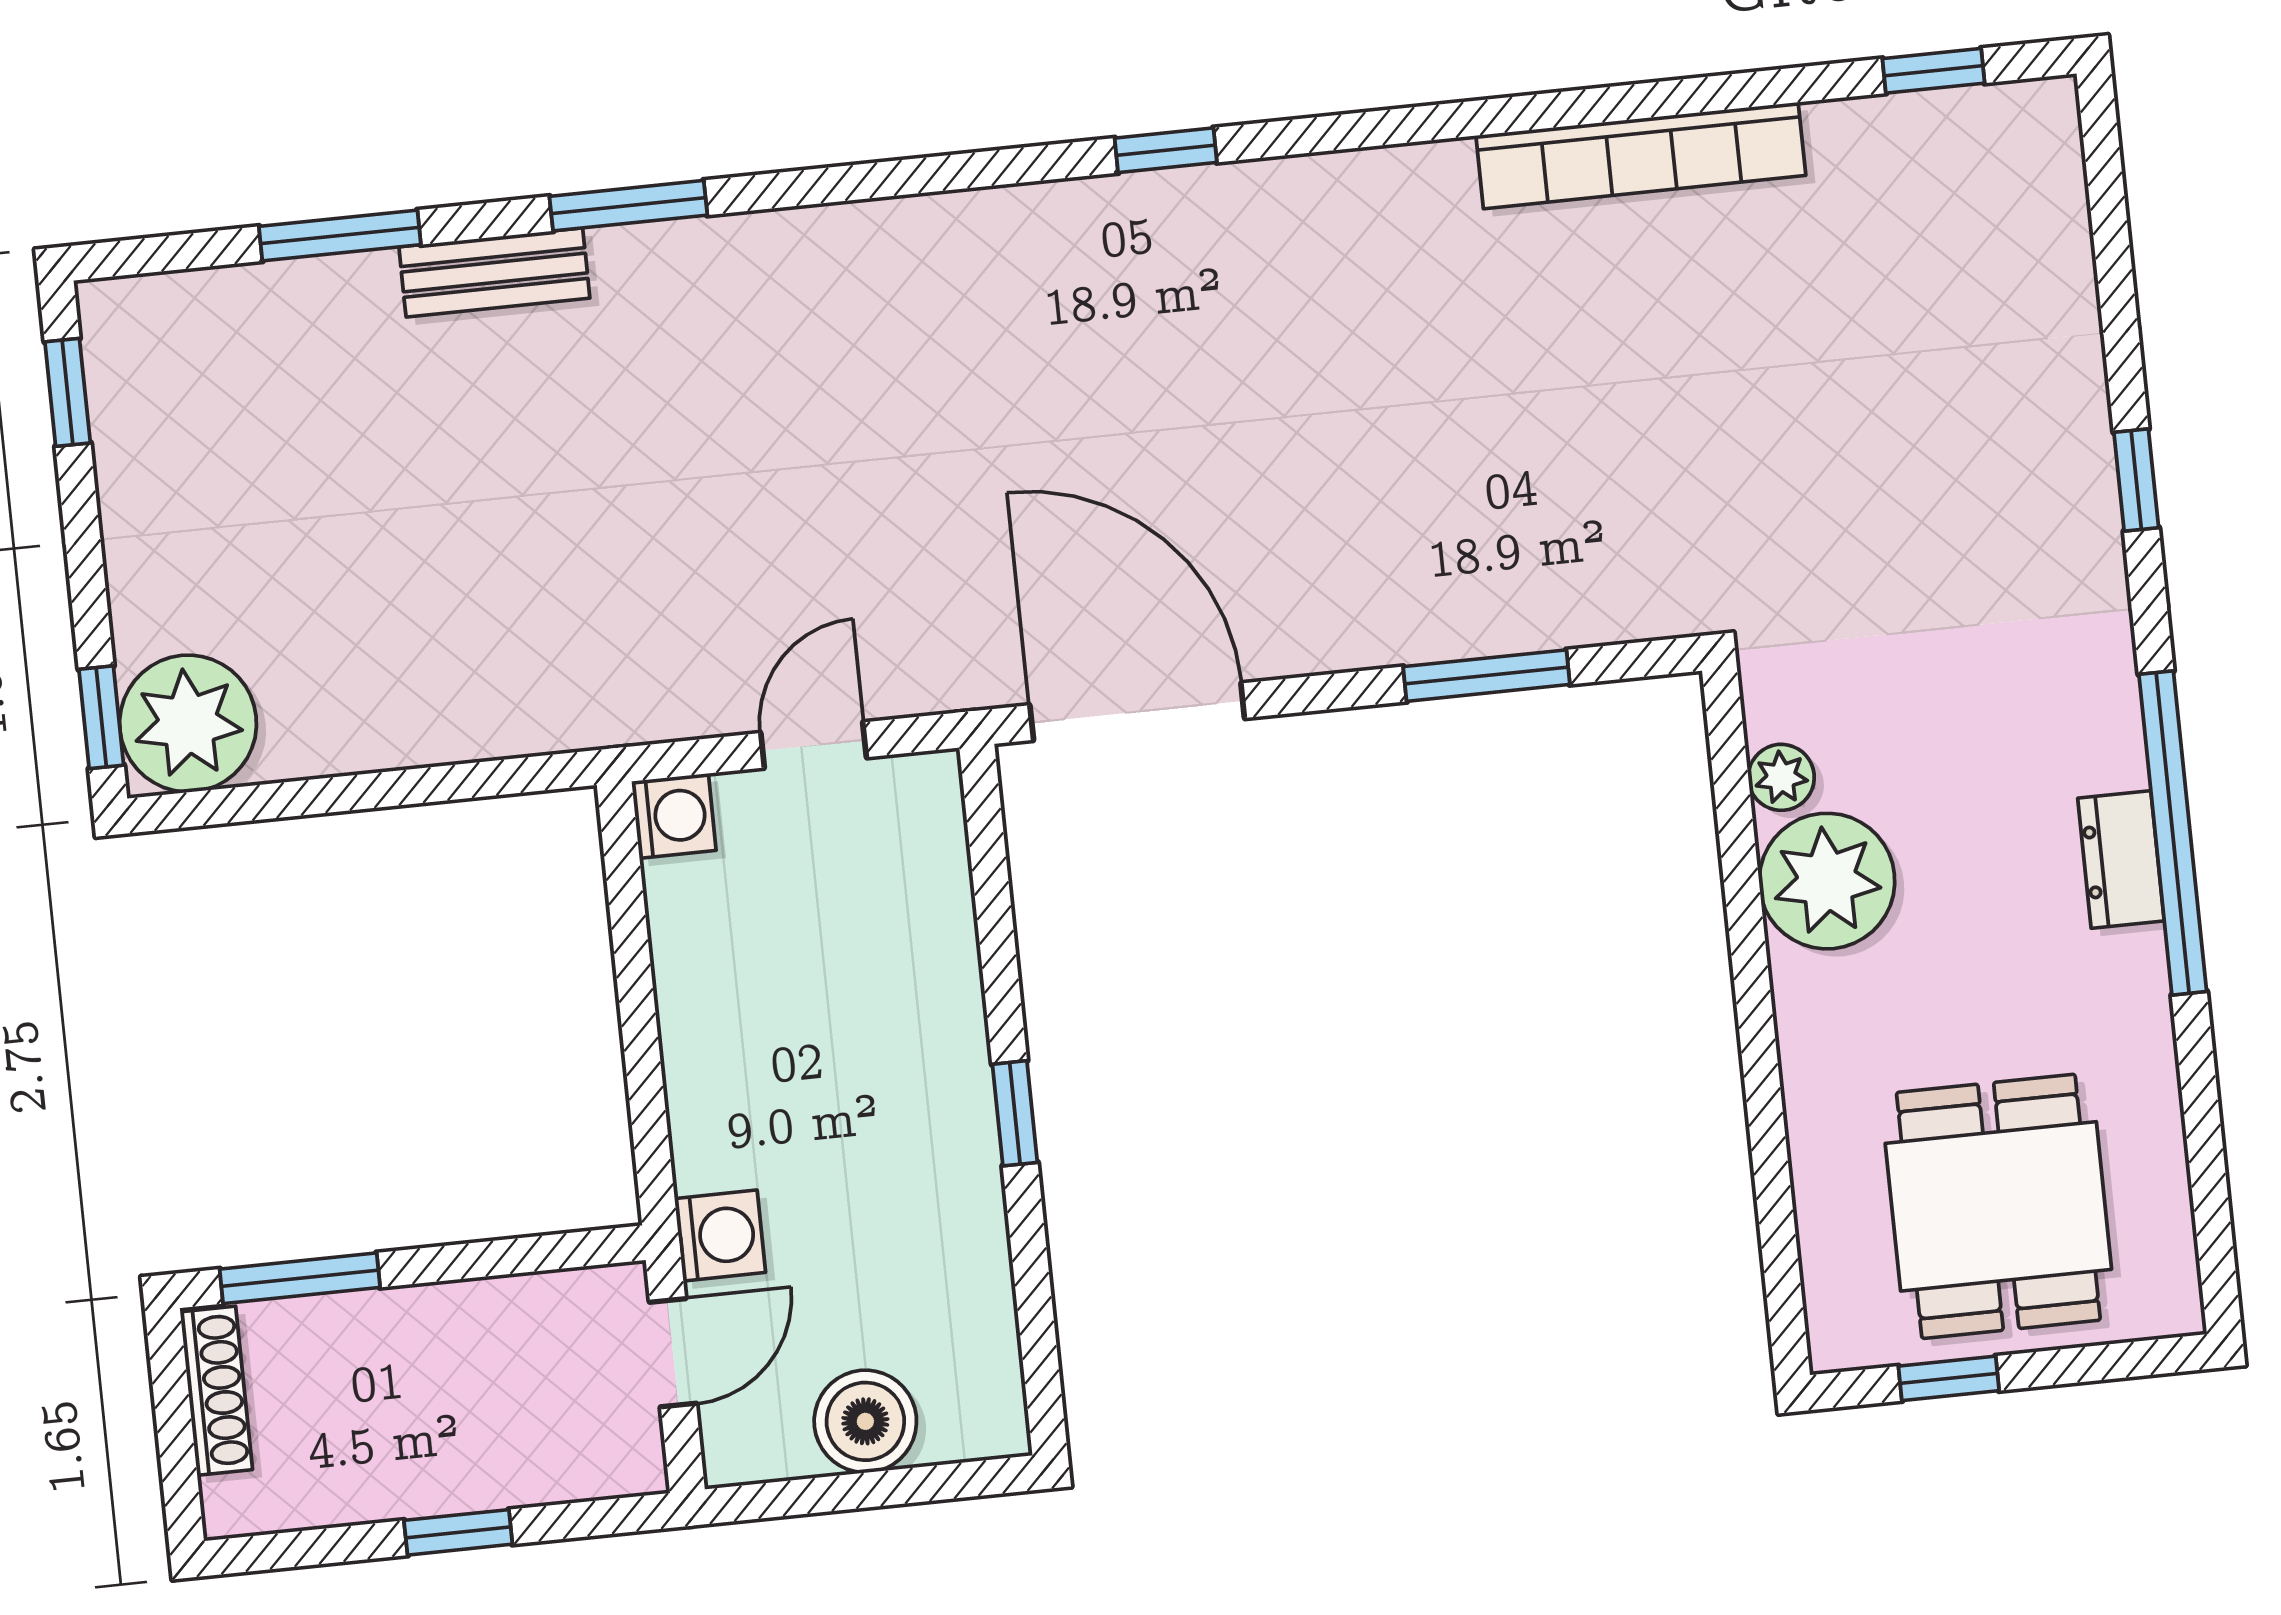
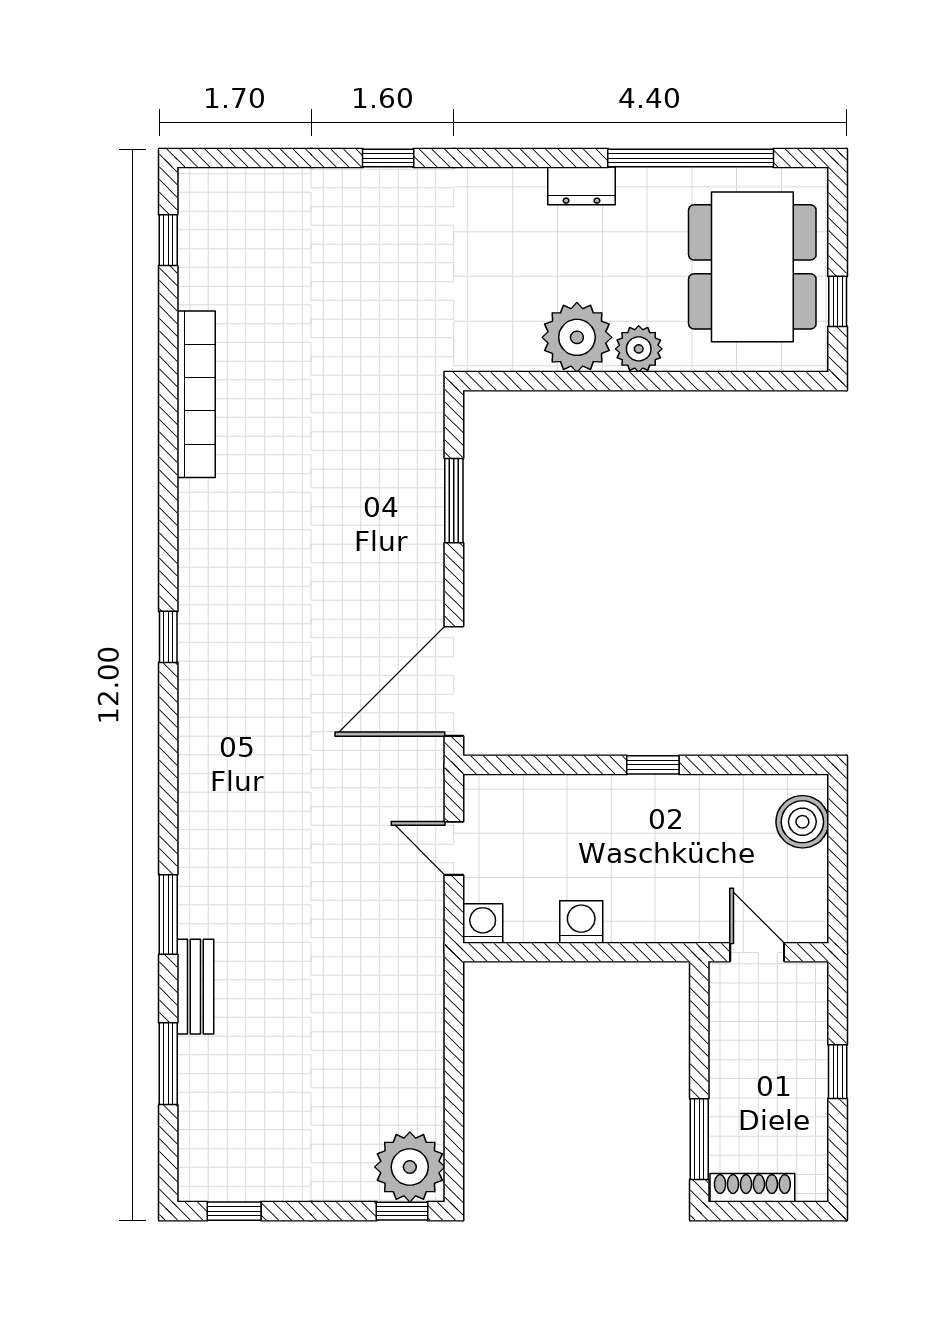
plant: (1781, 777) -> (639, 349), moved, width x1.38, depth x1.38
window: (2173, 833) -> (691, 158), moved
dining table: (1998, 1206) -> (752, 267), width x1.38
washing machine: (720, 1235) -> (581, 922), moved
boiler: (865, 1421) -> (802, 822), moved

